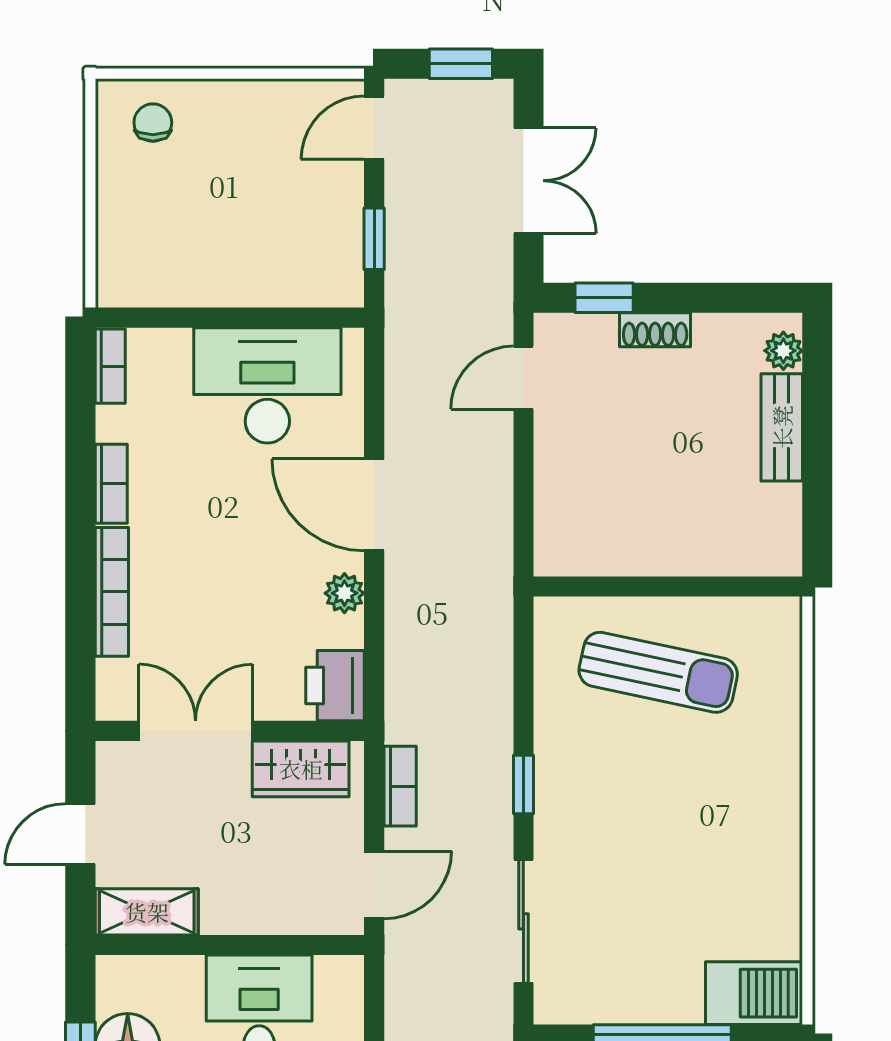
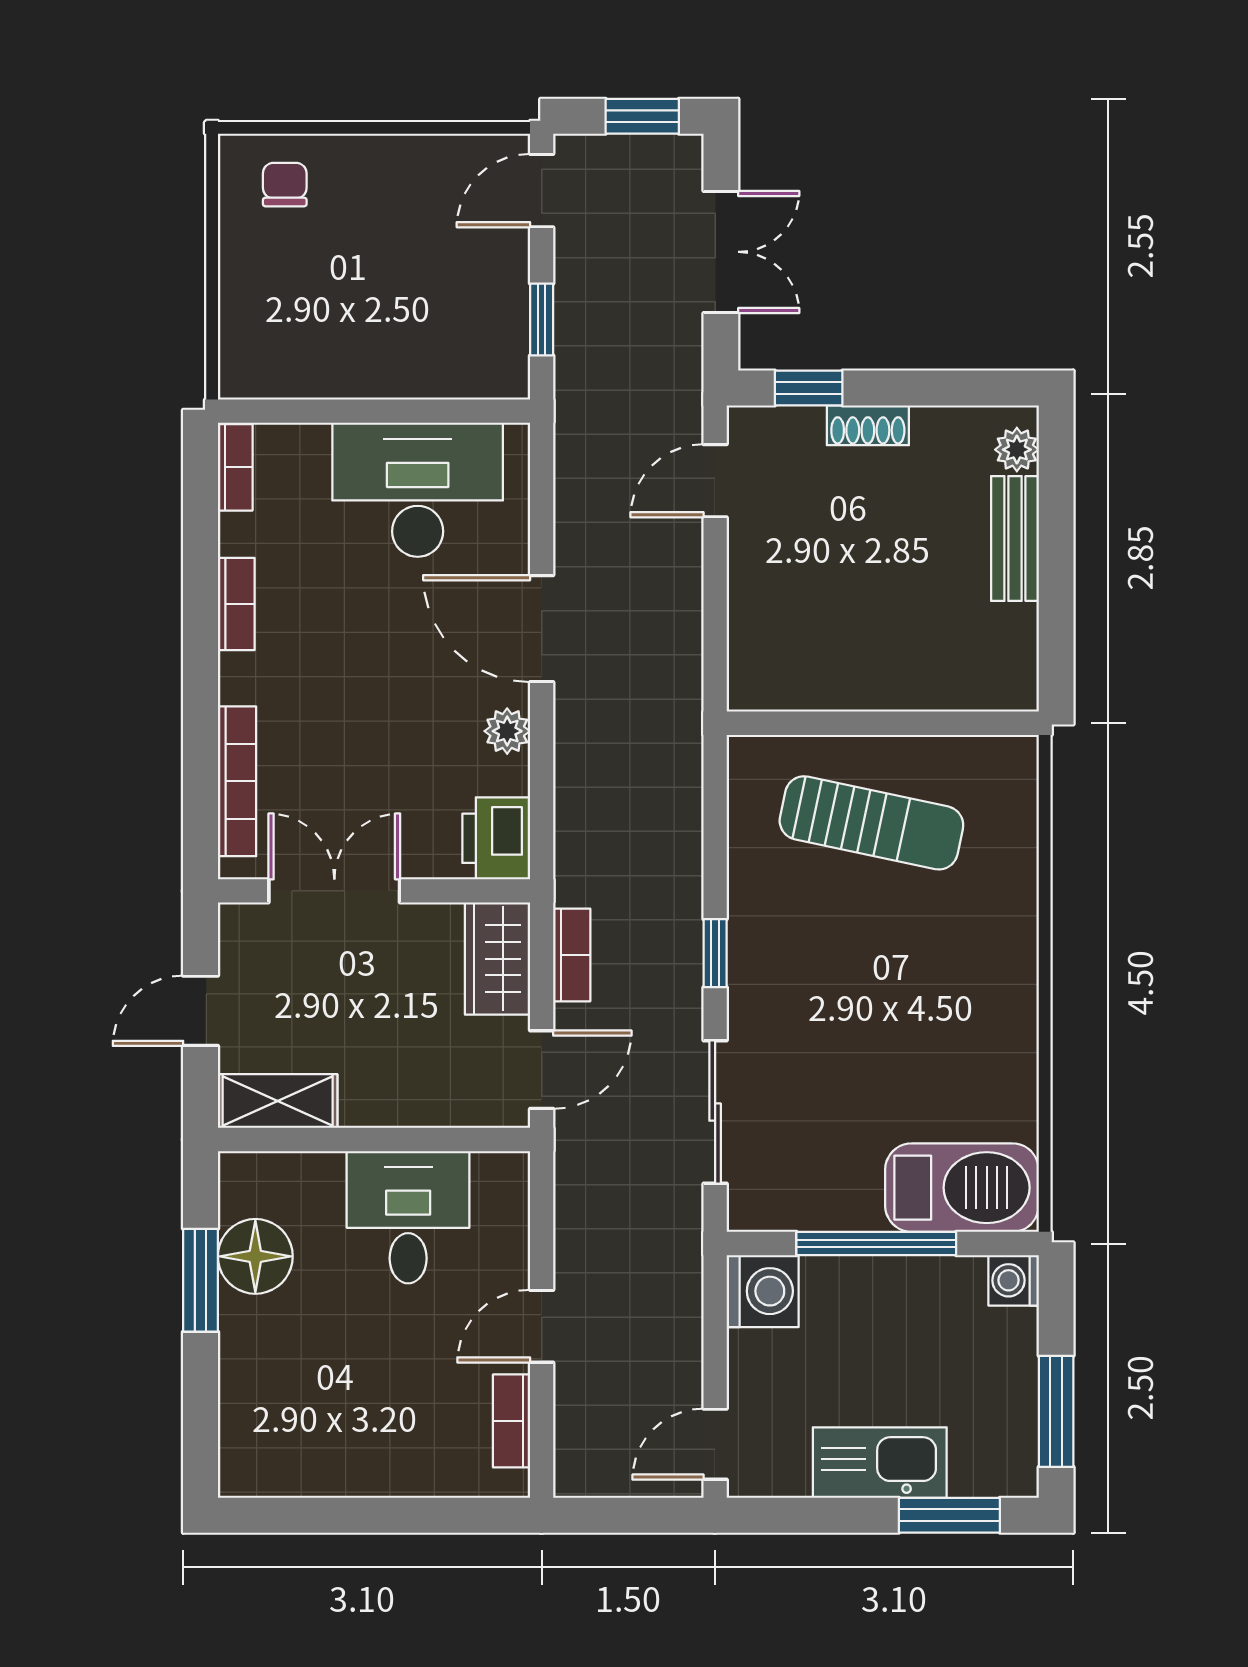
bookcase: (112, 592) -> (237, 781), moved
wardrobe: (301, 769) -> (498, 959), moved, turned 90
barbecue: (754, 993) -> (962, 1188), width x1.37, depth x1.21

